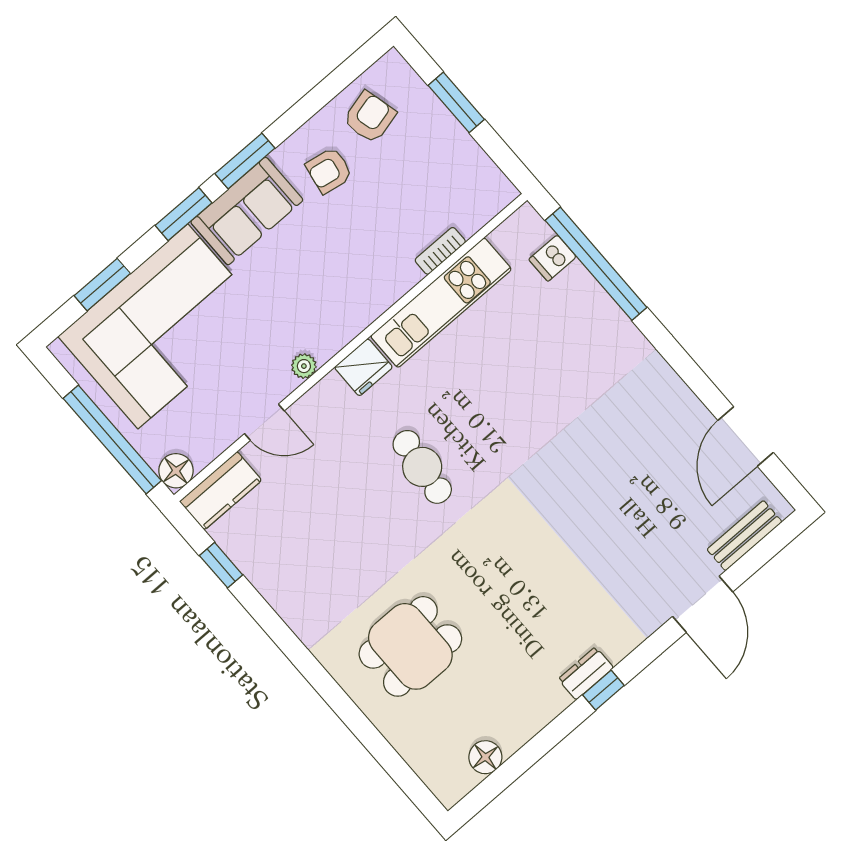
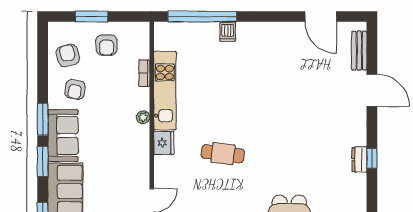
armchair: (434, 160) -> (106, 45), added
dishwasher: (553, 258) -> (228, 32), moved
plant: (304, 366) -> (143, 117), moved

